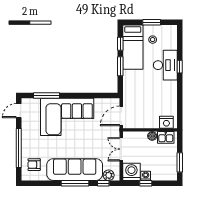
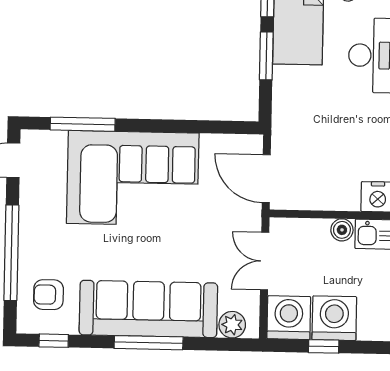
door: (121, 116) -> (266, 179), hinge flipped
washing machine: (146, 176) -> (334, 318), width x1.89, depth x1.89
window: (103, 183) -> (54, 341), moved

